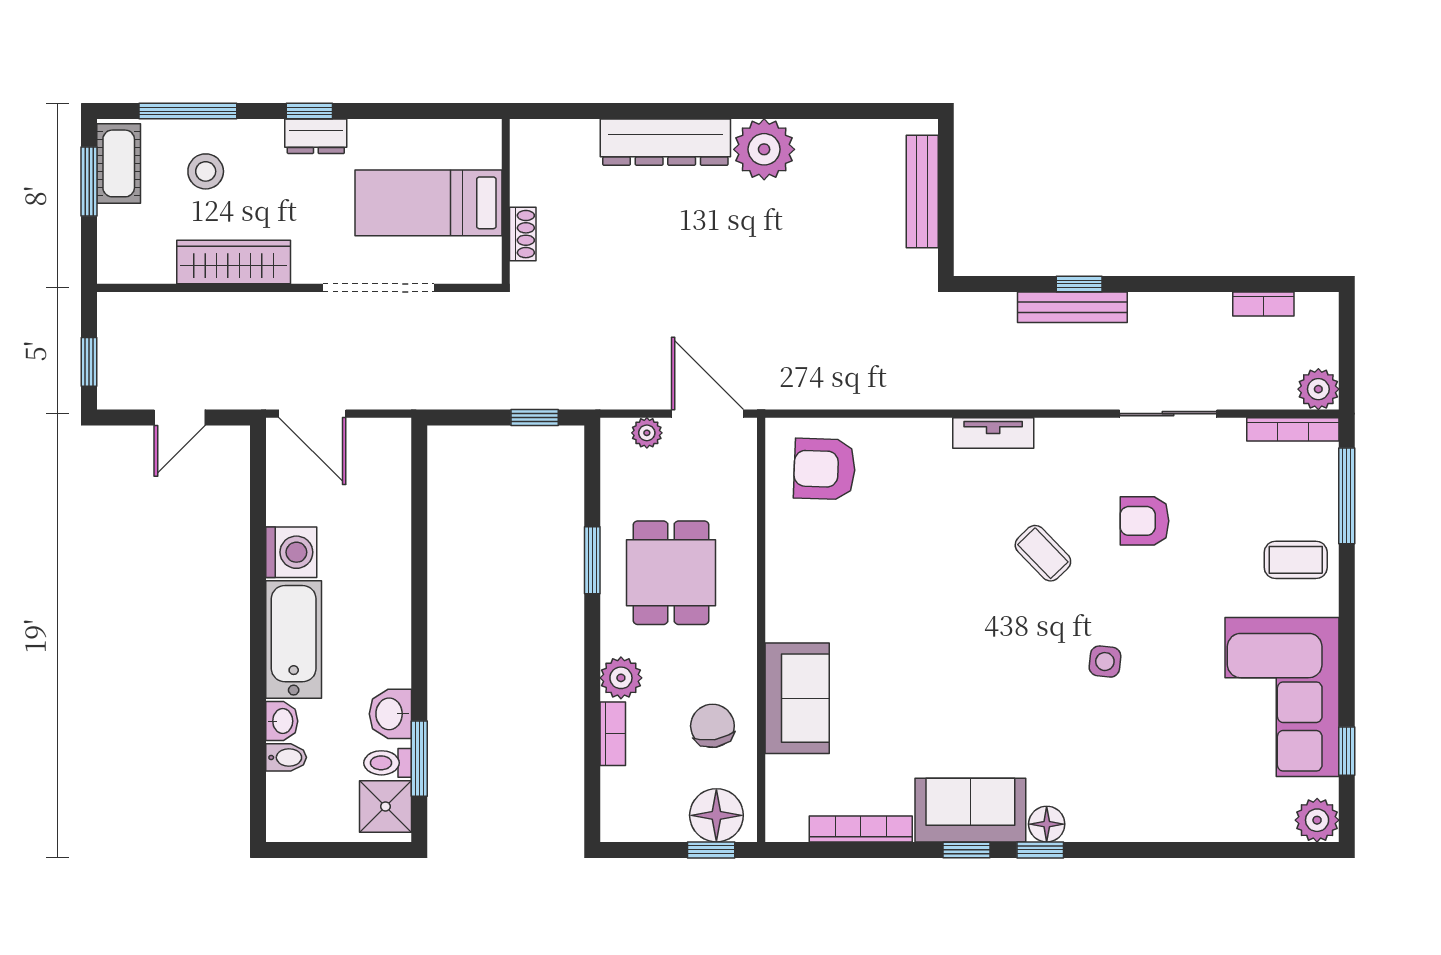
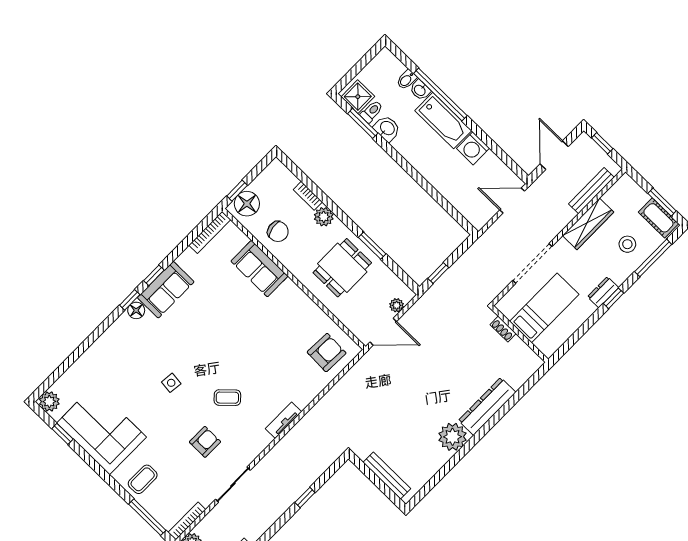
bench: (1072, 307) -> (591, 191), moved
door: (180, 418) -> (554, 155), width x1.38
dining table: (671, 573) -> (342, 268), turned 90
window: (258, 683) -> (440, 95), added
bookcase: (861, 829) -> (210, 232), moved

